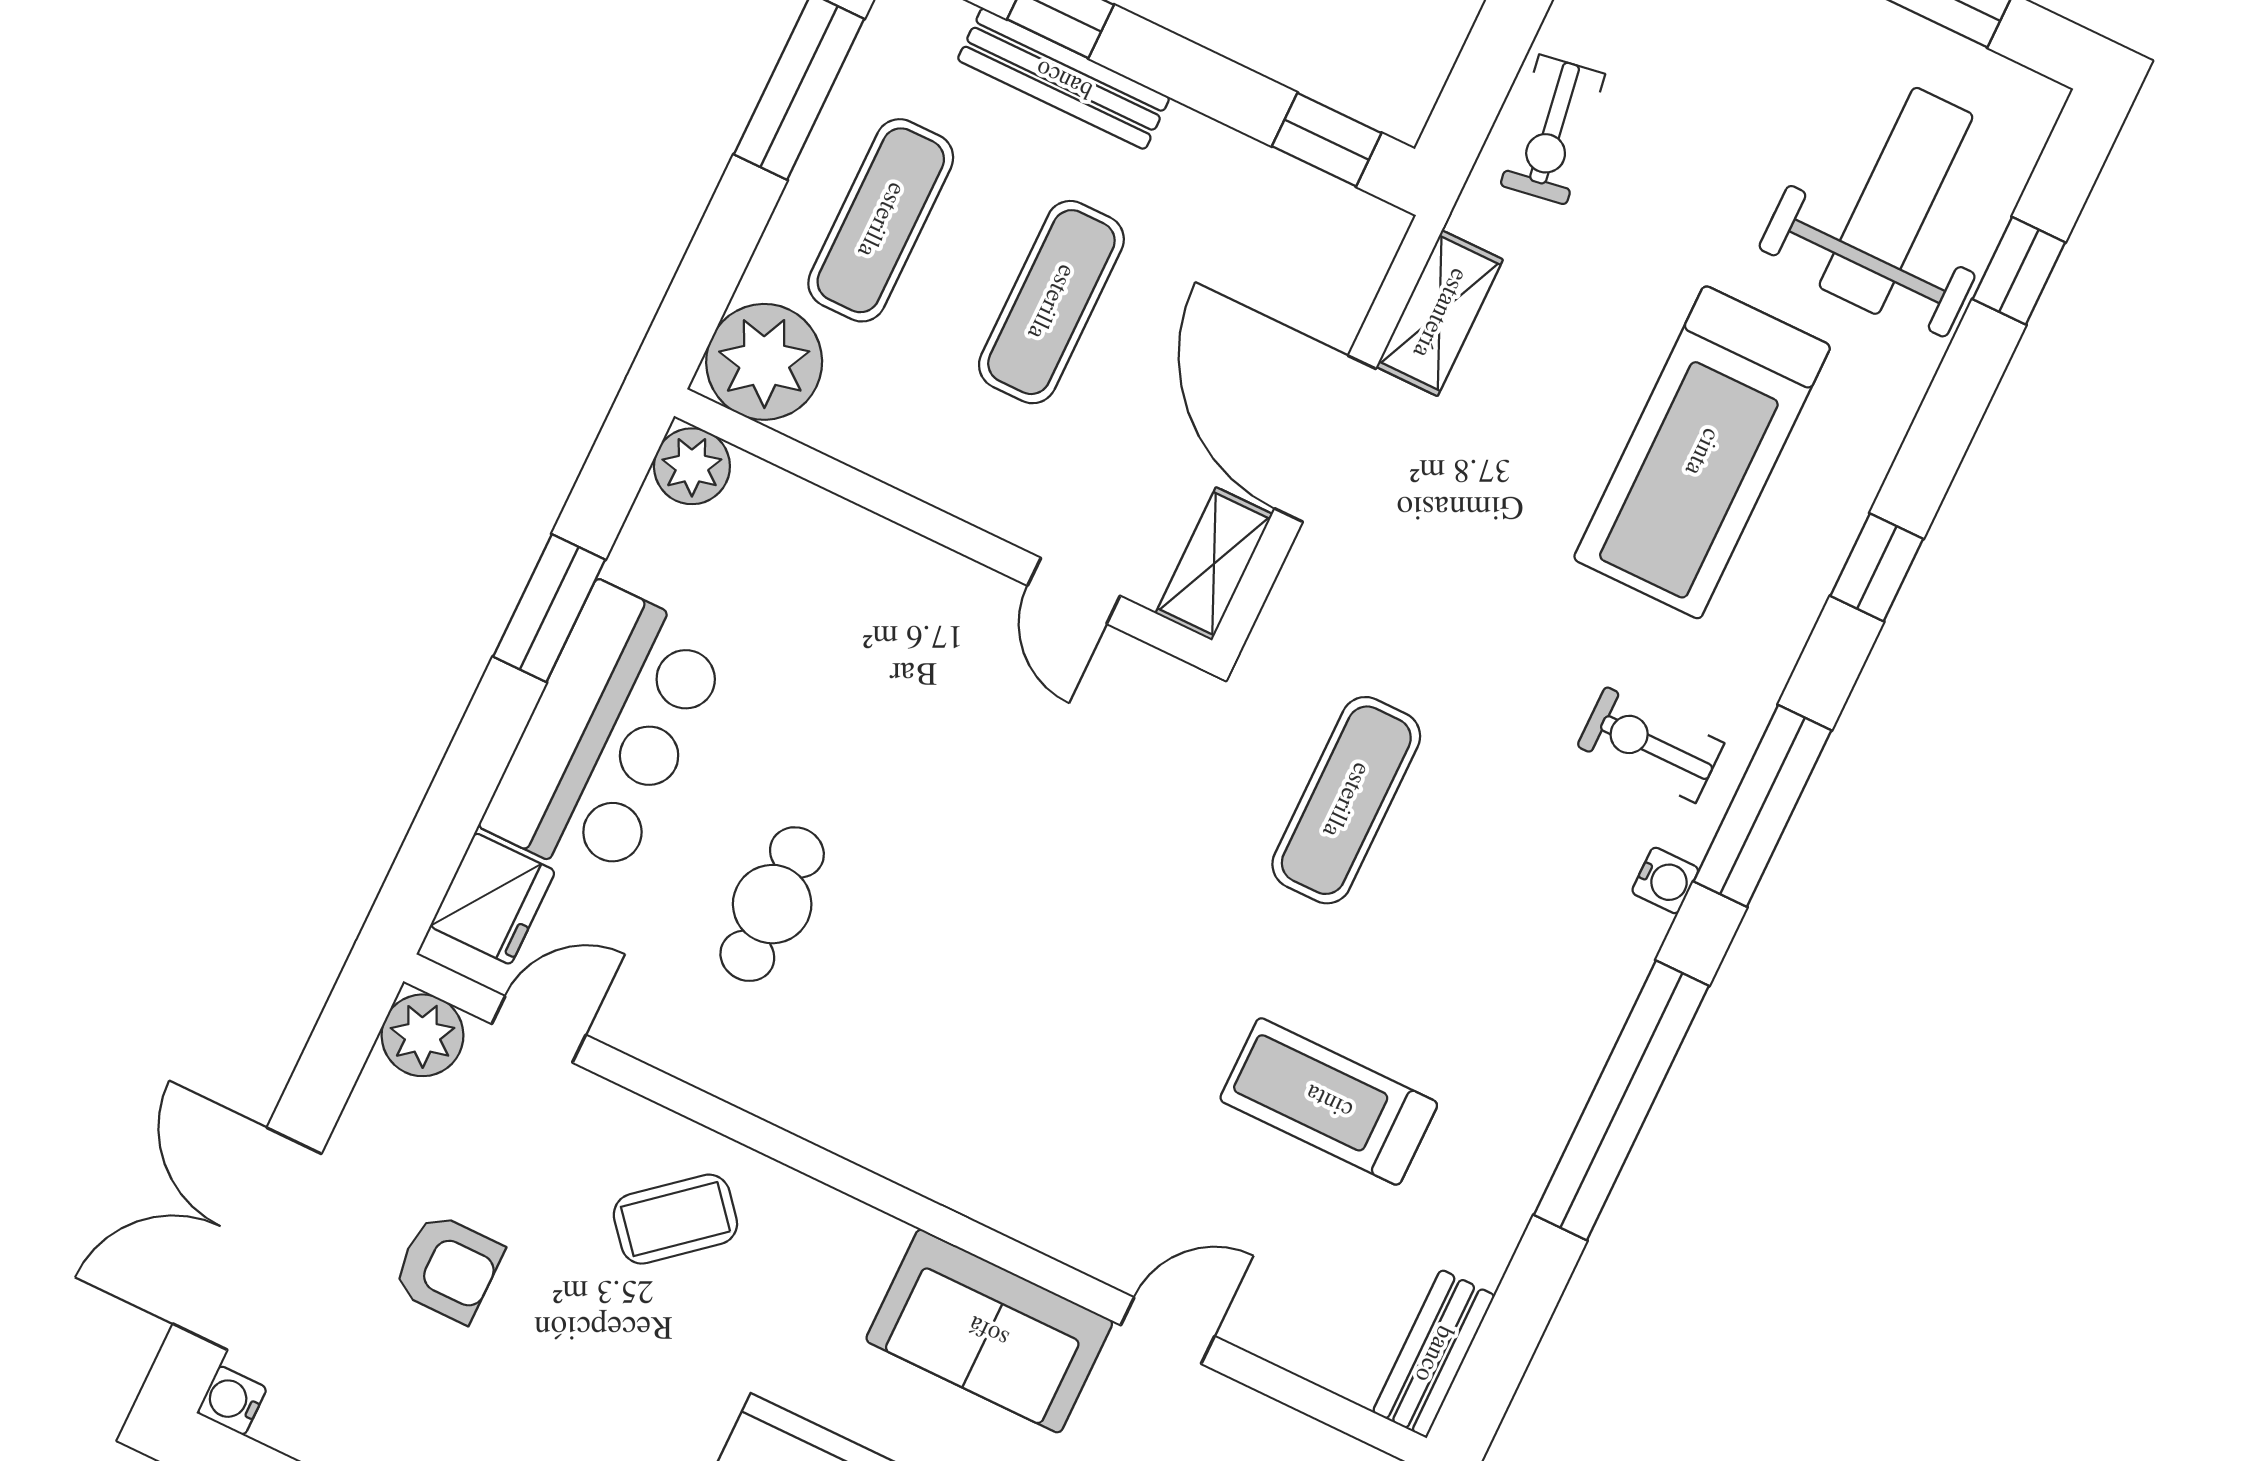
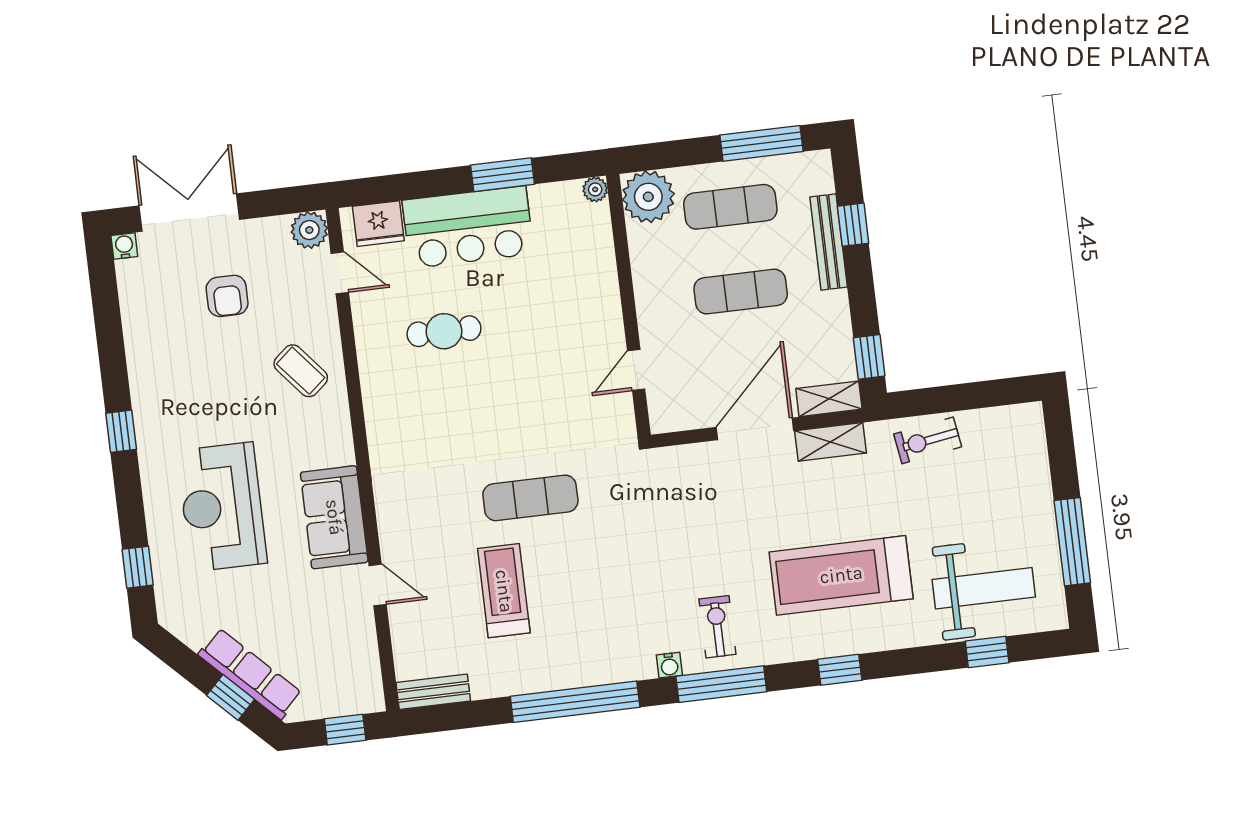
plant: (692, 466) -> (595, 189), width x0.73, depth x0.73
shelving: (1214, 564) -> (829, 399), moved
exercise mat: (1346, 800) -> (530, 498), moved

